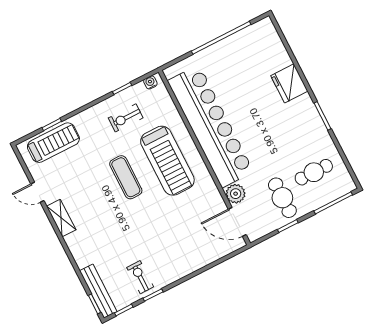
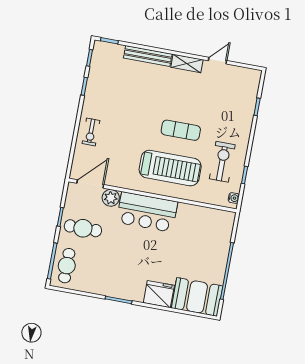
booth: (265, 47) -> (197, 297), added
exercise bike: (126, 118) -> (222, 162), width x1.38, depth x1.39
bar counter: (211, 126) -> (147, 212), width x0.54
treadmill: (53, 143) -> (244, 98), removed
treadmill: (167, 161) -> (170, 168), turned 180
cafe table: (314, 172) -> (67, 266), moved
exercise bike: (140, 277) -> (91, 132), moved, turned 90
bench: (98, 291) -> (148, 56), moved

